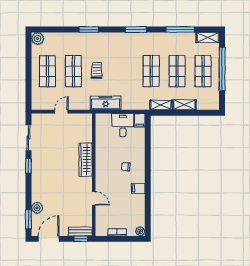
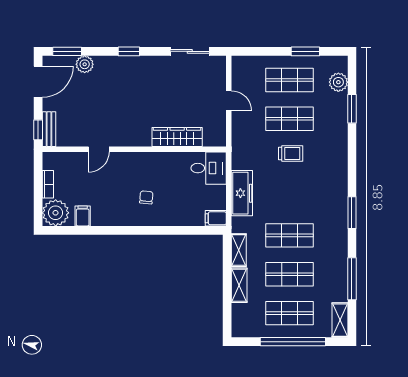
window: (89, 29) -> (352, 109), moved
plant: (38, 39) -> (338, 82), moved
window: (28, 61) -> (305, 51), added
freezer: (106, 103) -> (242, 193), moved
desk: (123, 125) -> (209, 168), moved
wardrobe: (86, 160) -> (177, 137), moved
window: (28, 166) -> (129, 51), moved
filing cabinet: (138, 188) -> (83, 216), moved
plant: (140, 231) -> (56, 213), width x1.87, depth x1.87
door: (49, 239) -> (38, 82), hinge flipped

